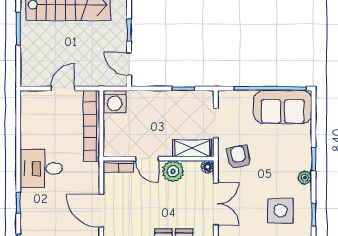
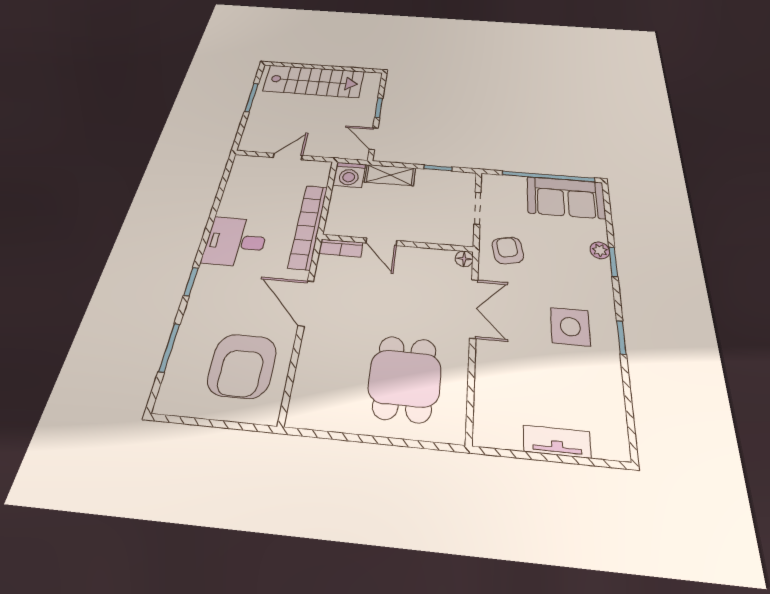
bookcase: (91, 126) -> (308, 226), moved
shelving: (192, 148) -> (390, 175), moved
plant: (173, 171) -> (415, 260), removed
plant: (305, 178) -> (600, 250), moved

